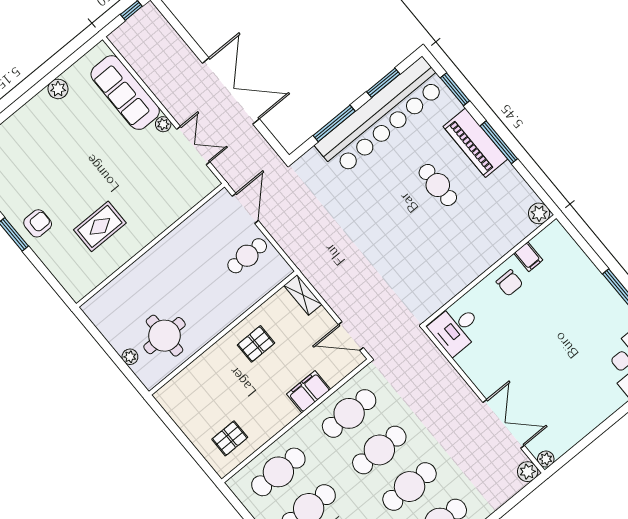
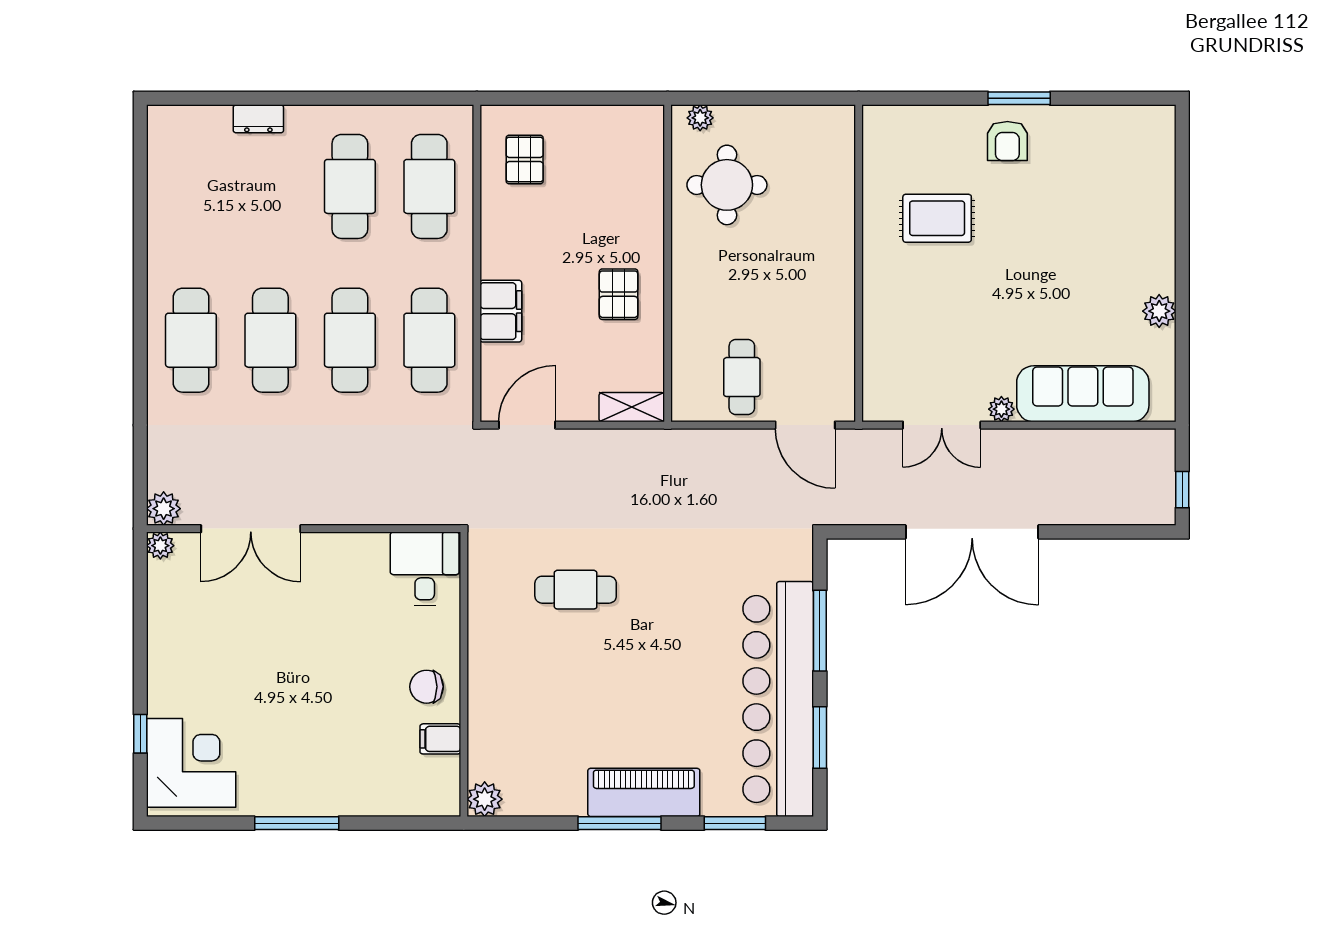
cafe table: (438, 185) -> (576, 590), moved
rug: (100, 226) -> (937, 218), turned 90
plant: (130, 357) -> (700, 118), moved

